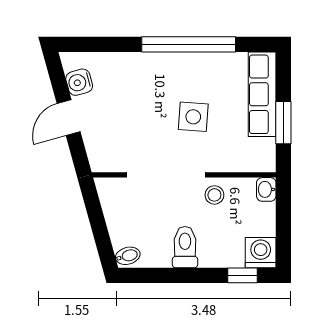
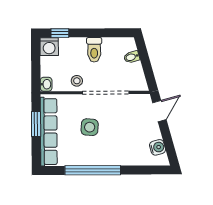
row of seats: (262, 94) -> (49, 132), width x1.36
door: (69, 118) -> (159, 111), moved
bidet: (128, 256) -> (132, 57), moved

